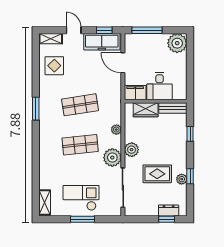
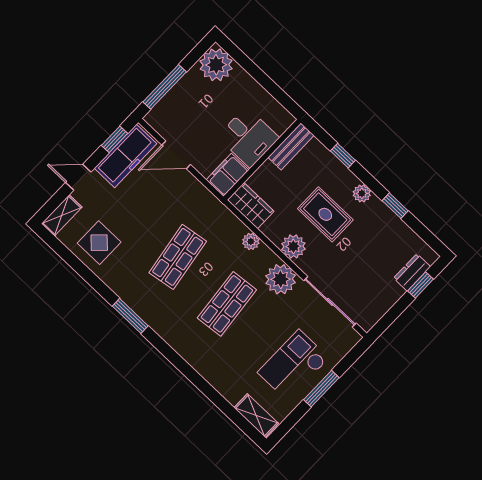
wardrobe: (146, 110) -> (251, 206), moved, turned -90
rug: (157, 174) -> (325, 214), moved, turned 90
plant: (182, 179) -> (362, 193), moved

